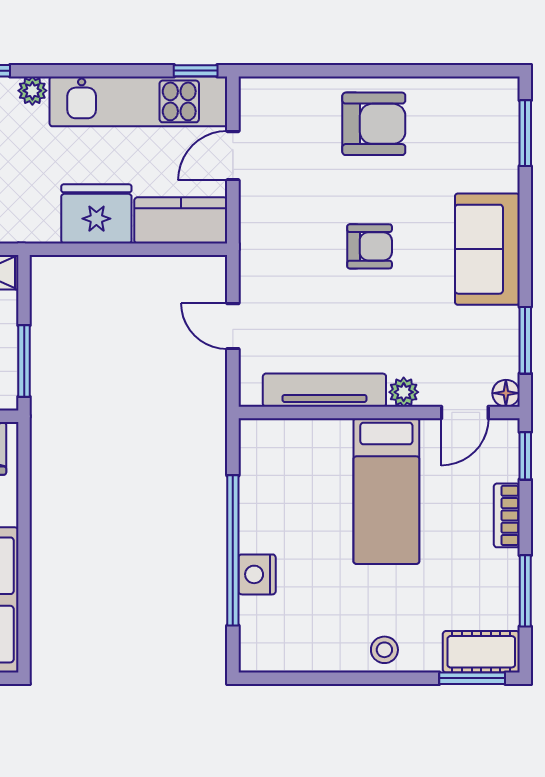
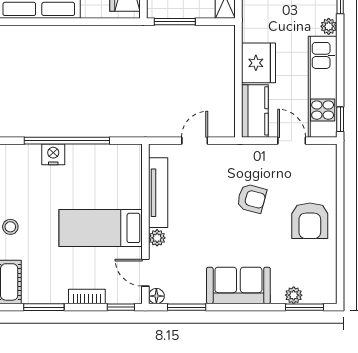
plant: (505, 152) -> (294, 295), added
armchair: (370, 246) -> (252, 198), moved, turned -75

